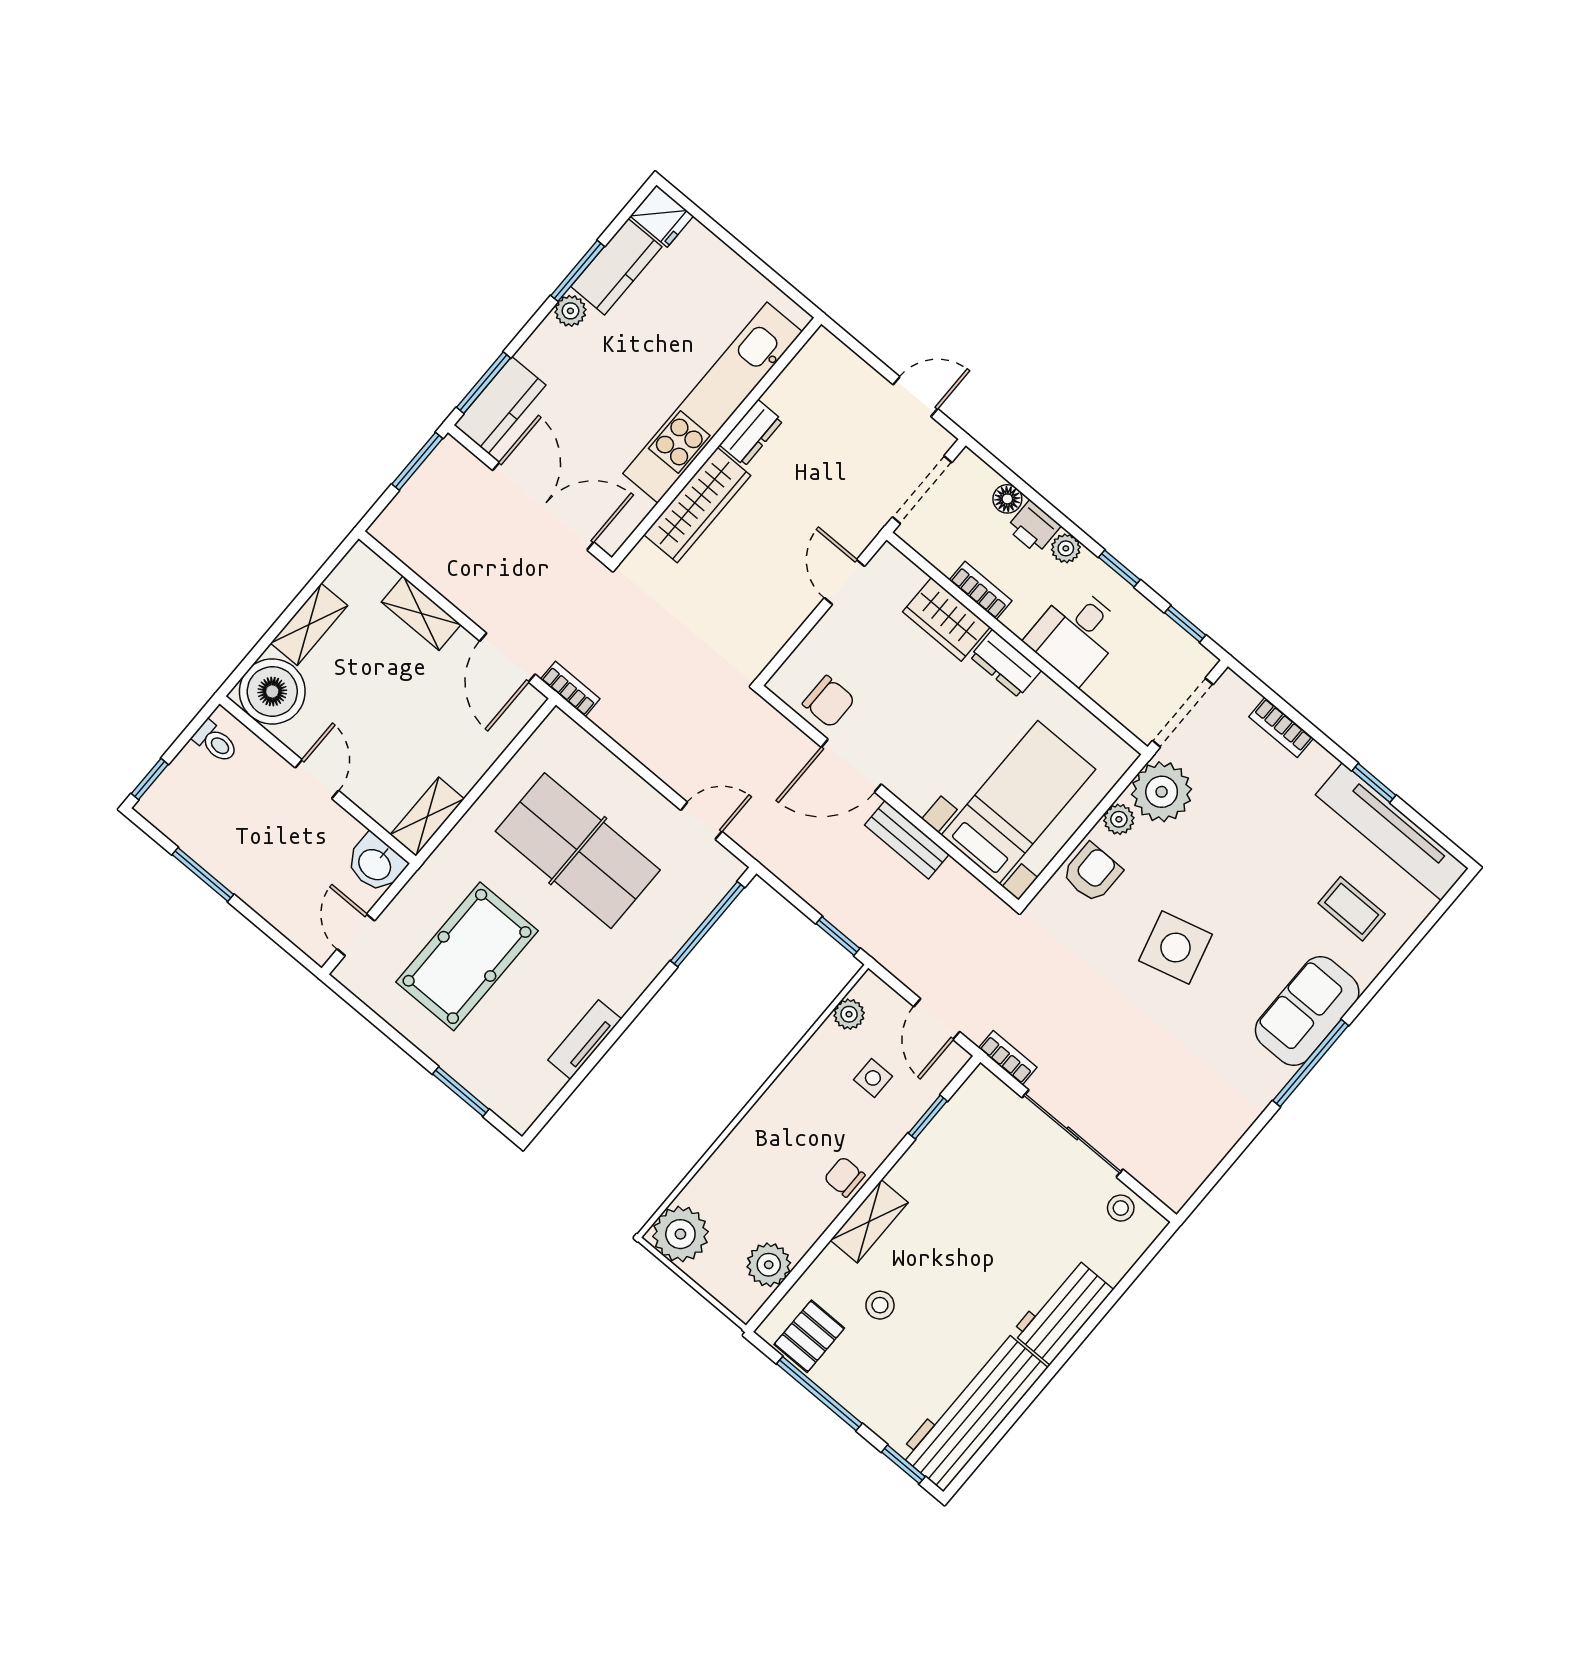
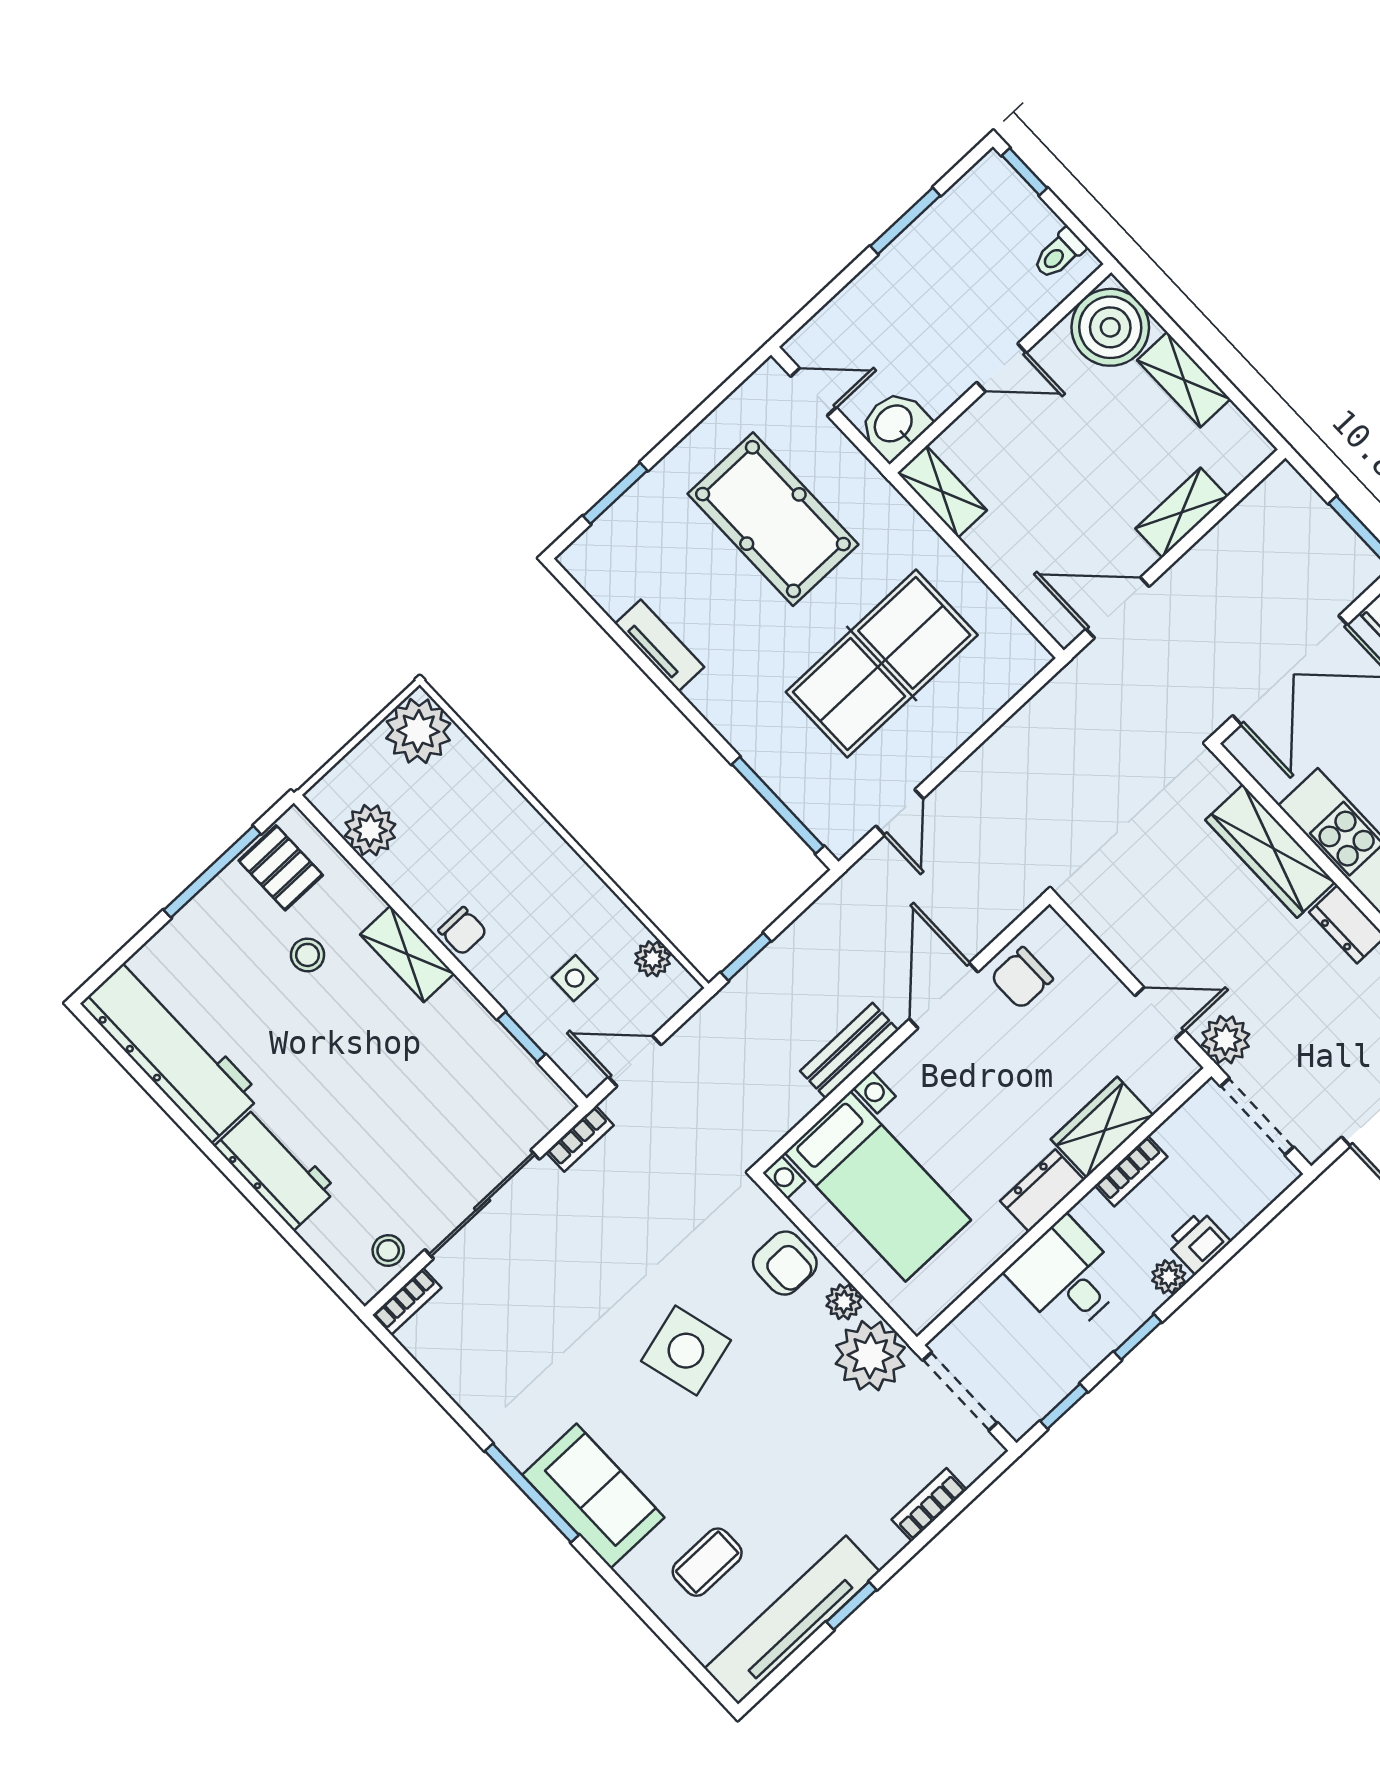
floor lamp: (1007, 499) -> (1235, 1215), removed
plant: (860, 524) -> (1226, 1040), added
bookcase: (570, 689) -> (407, 1301), moved
chair: (845, 1177) -> (463, 931), turned 90
window: (903, 1464) -> (118, 960), removed

